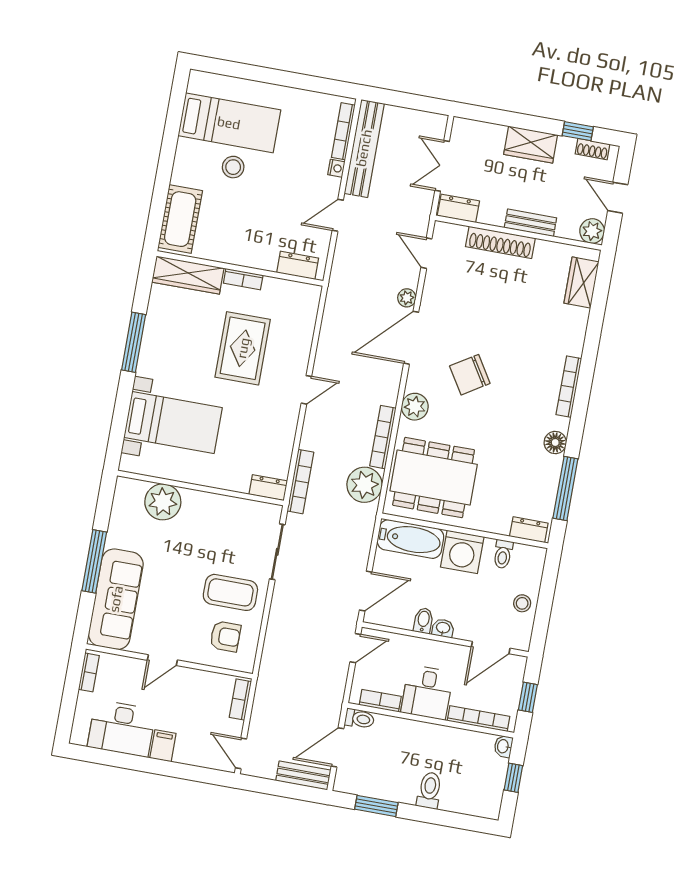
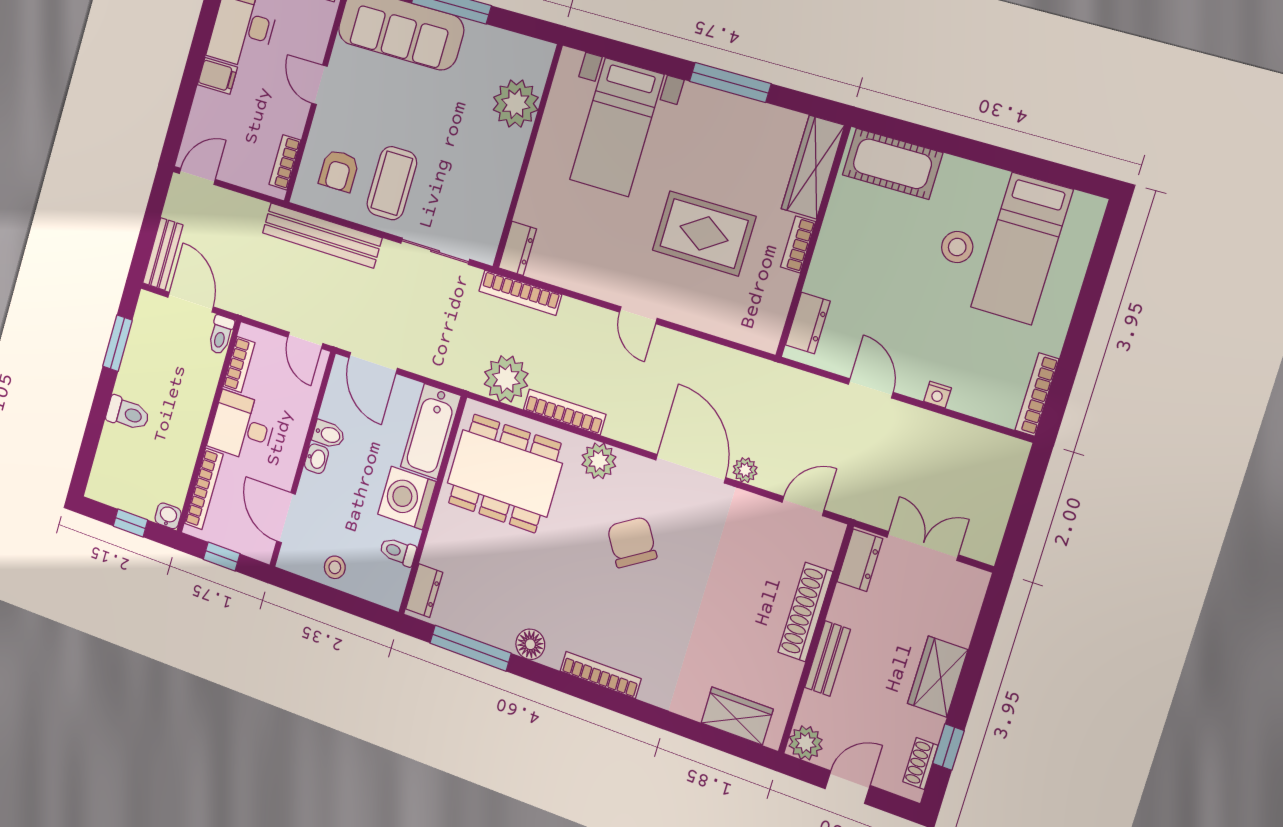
bookcase: (343, 131) -> (1037, 395), moved, turned -90
bench: (364, 148) -> (322, 235), moved
dining table: (434, 478) -> (505, 473), turned 90
bookcase: (240, 699) -> (285, 162), moved, turned -90

